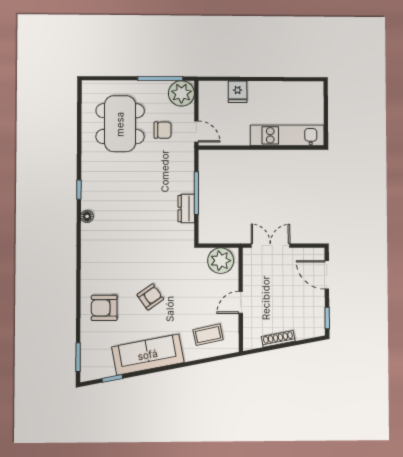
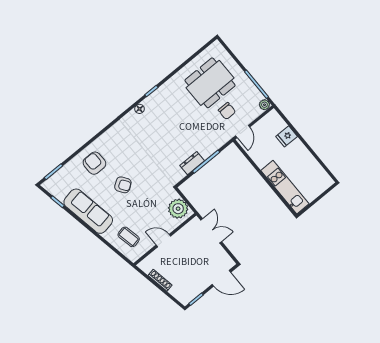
plant: (181, 93) -> (264, 105), width x0.53, depth x0.53
door: (327, 275) -> (221, 278), swing flipped

